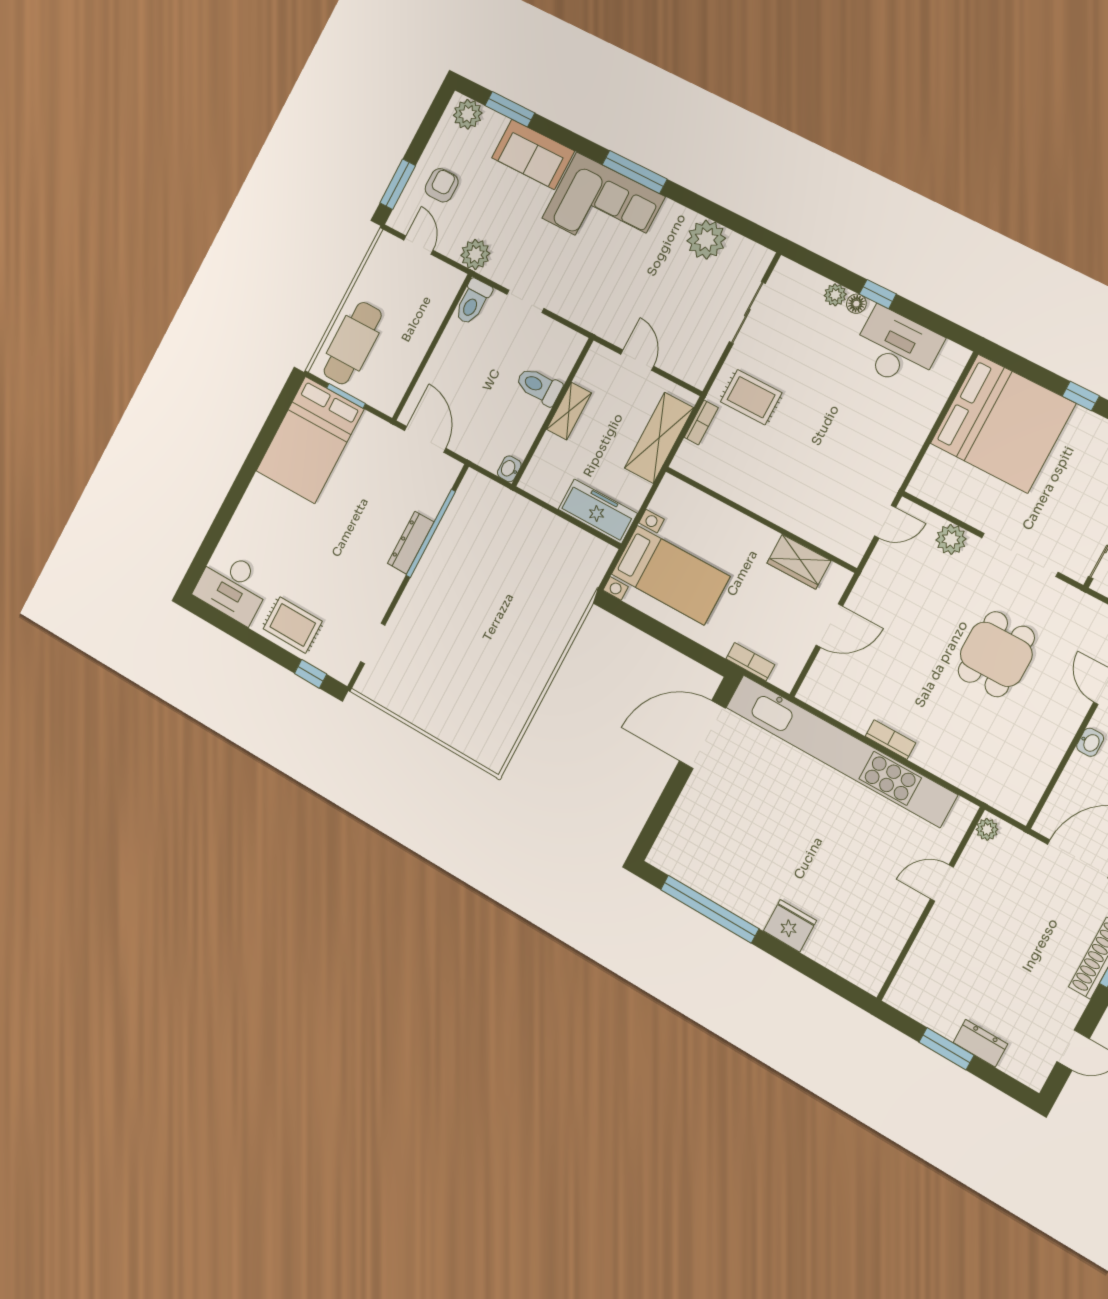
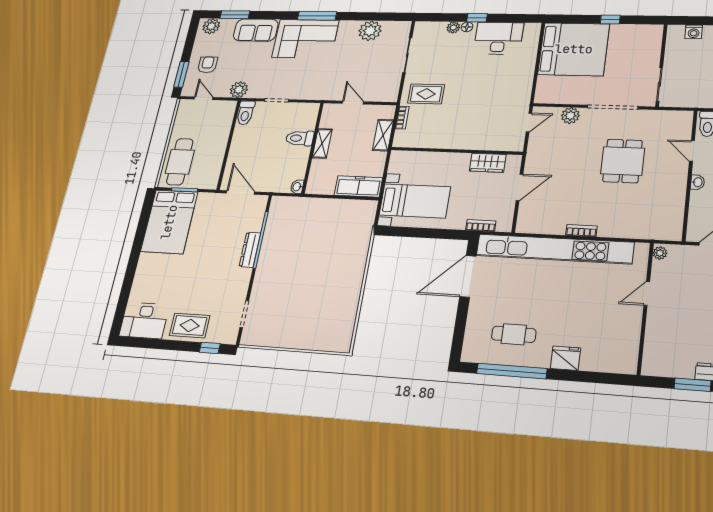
shelving: (659, 438) -> (383, 135), width x0.67, depth x0.75
cafe table: (733, 855) -> (514, 334), added

